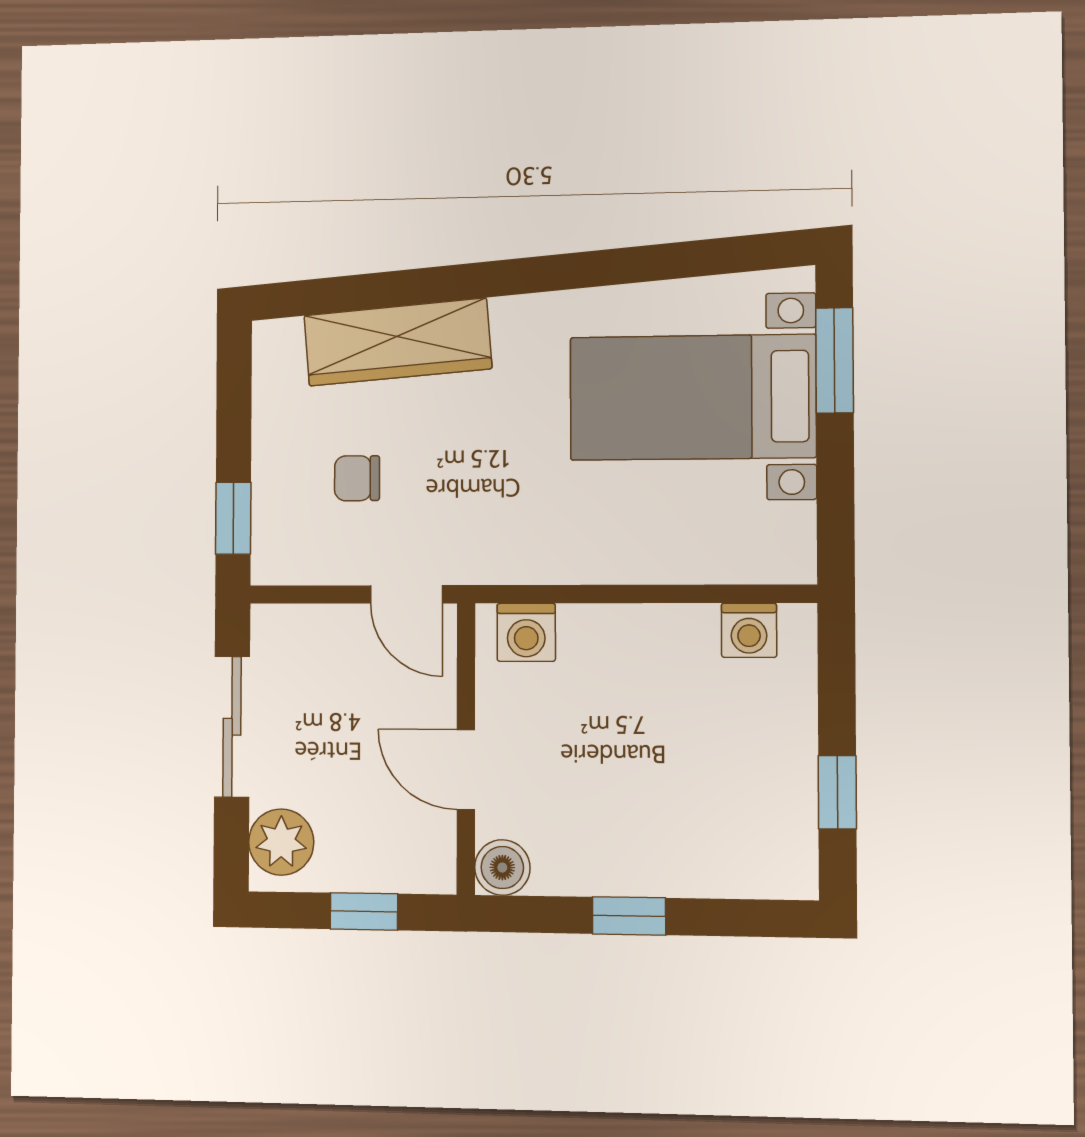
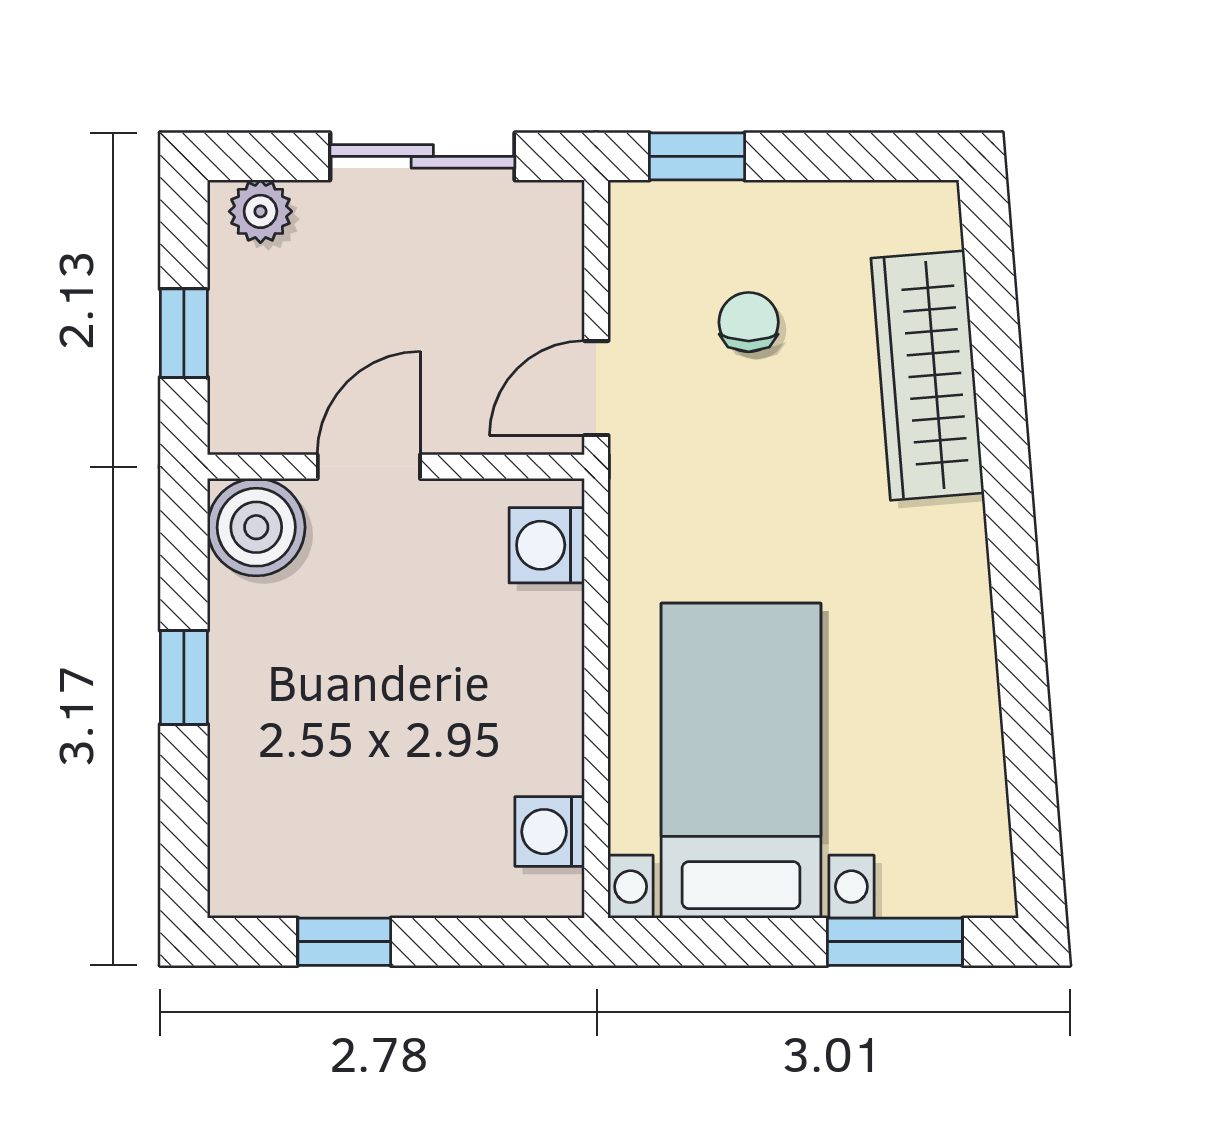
bed with nightstands: (693, 397) -> (741, 761), moved
plant: (281, 842) -> (260, 211), width x0.73, depth x0.73
boiler: (502, 868) -> (256, 527), width x1.36, depth x1.36

